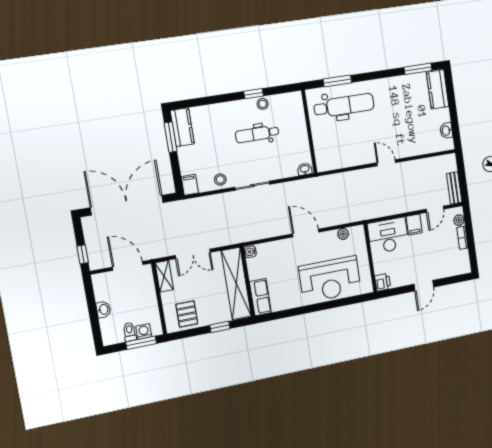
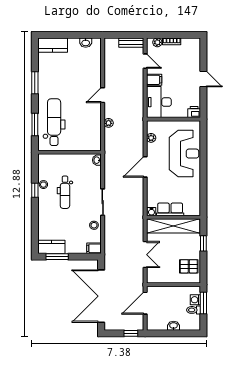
window: (418, 69) -> (35, 83), moved
plant: (353, 176) -> (109, 123), added
shelving: (164, 276) -> (158, 278), removed
row of seats: (260, 297) -> (170, 209), moved

